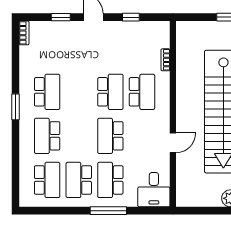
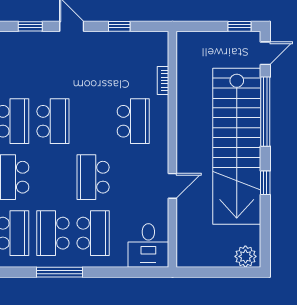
school desk: (110, 92) -> (53, 121), moved
school desk: (110, 180) -> (93, 233), turned 180
window: (108, 211) -> (59, 272), moved

